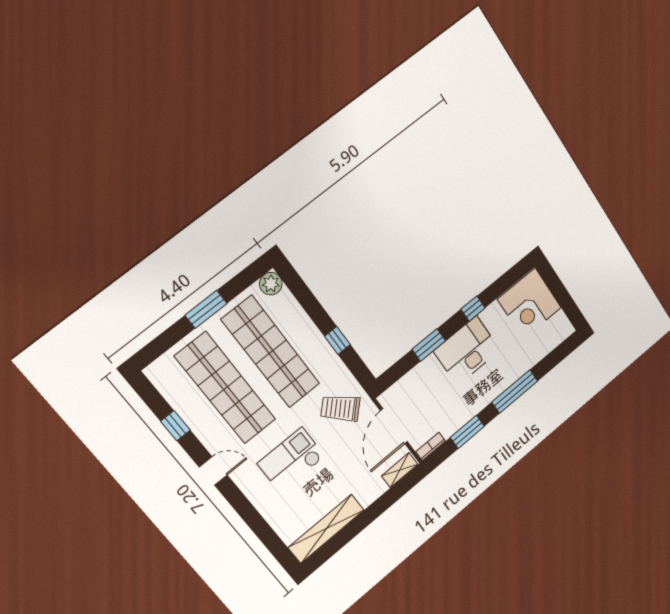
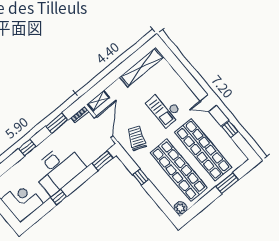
window: (206, 309) -> (227, 183), moved
window: (429, 345) -> (103, 161), moved
desk: (467, 351) -> (58, 169), width x1.36, depth x1.30
window: (515, 391) -> (27, 148), width x0.46
trolley: (340, 408) -> (137, 138), turned -111
checkout: (291, 460) -> (164, 108), turned 90

